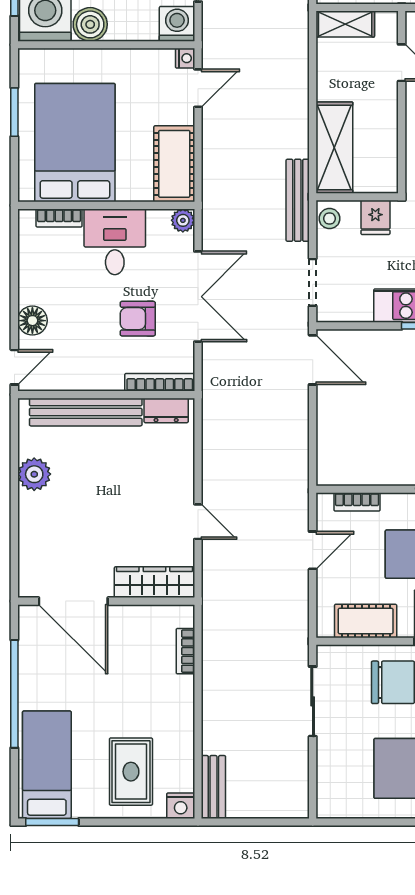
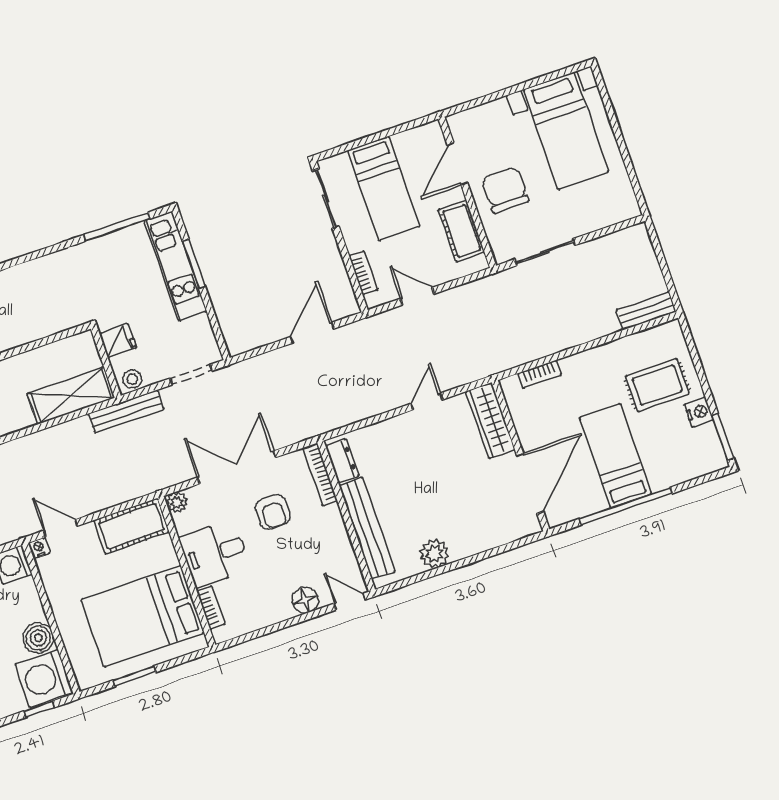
door: (313, 360) -> (312, 333), moved
bed: (47, 765) -> (615, 456), moved, turned 90
nightstand: (181, 806) -> (699, 412), moved

